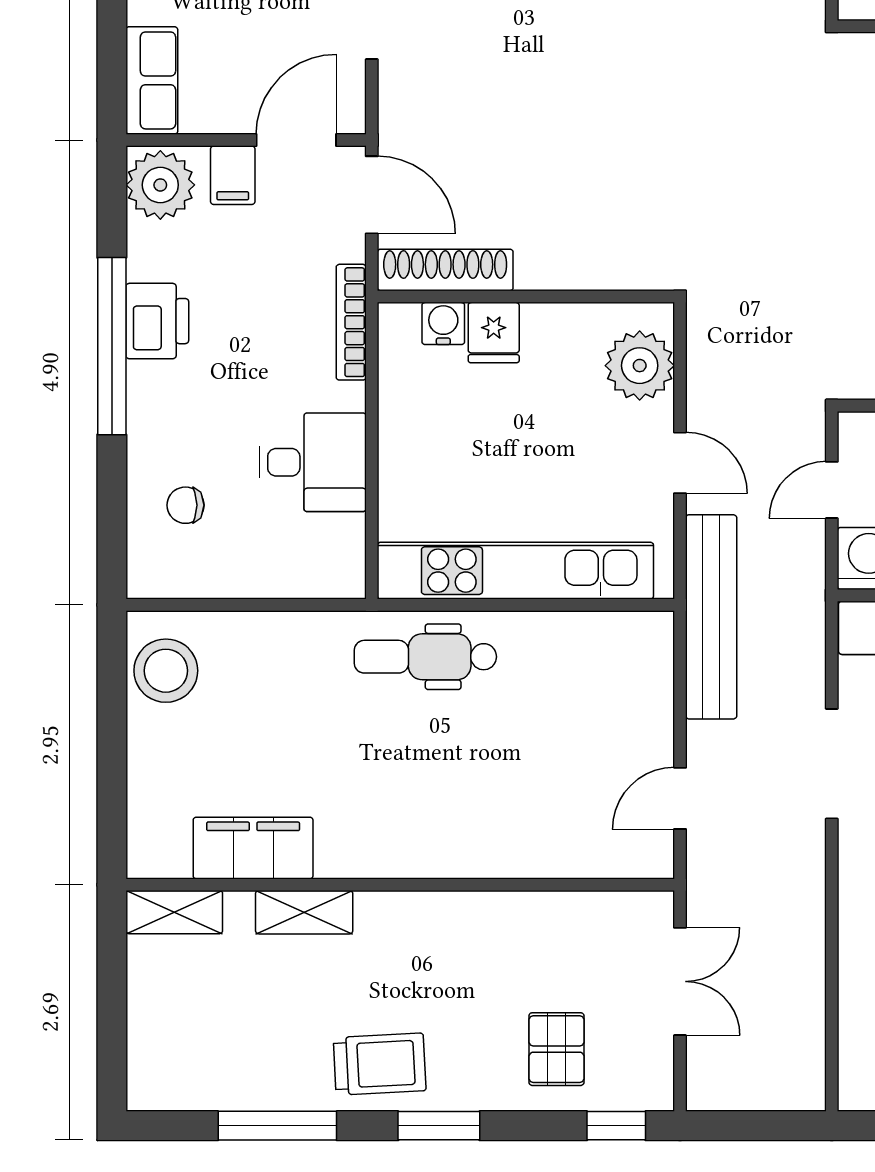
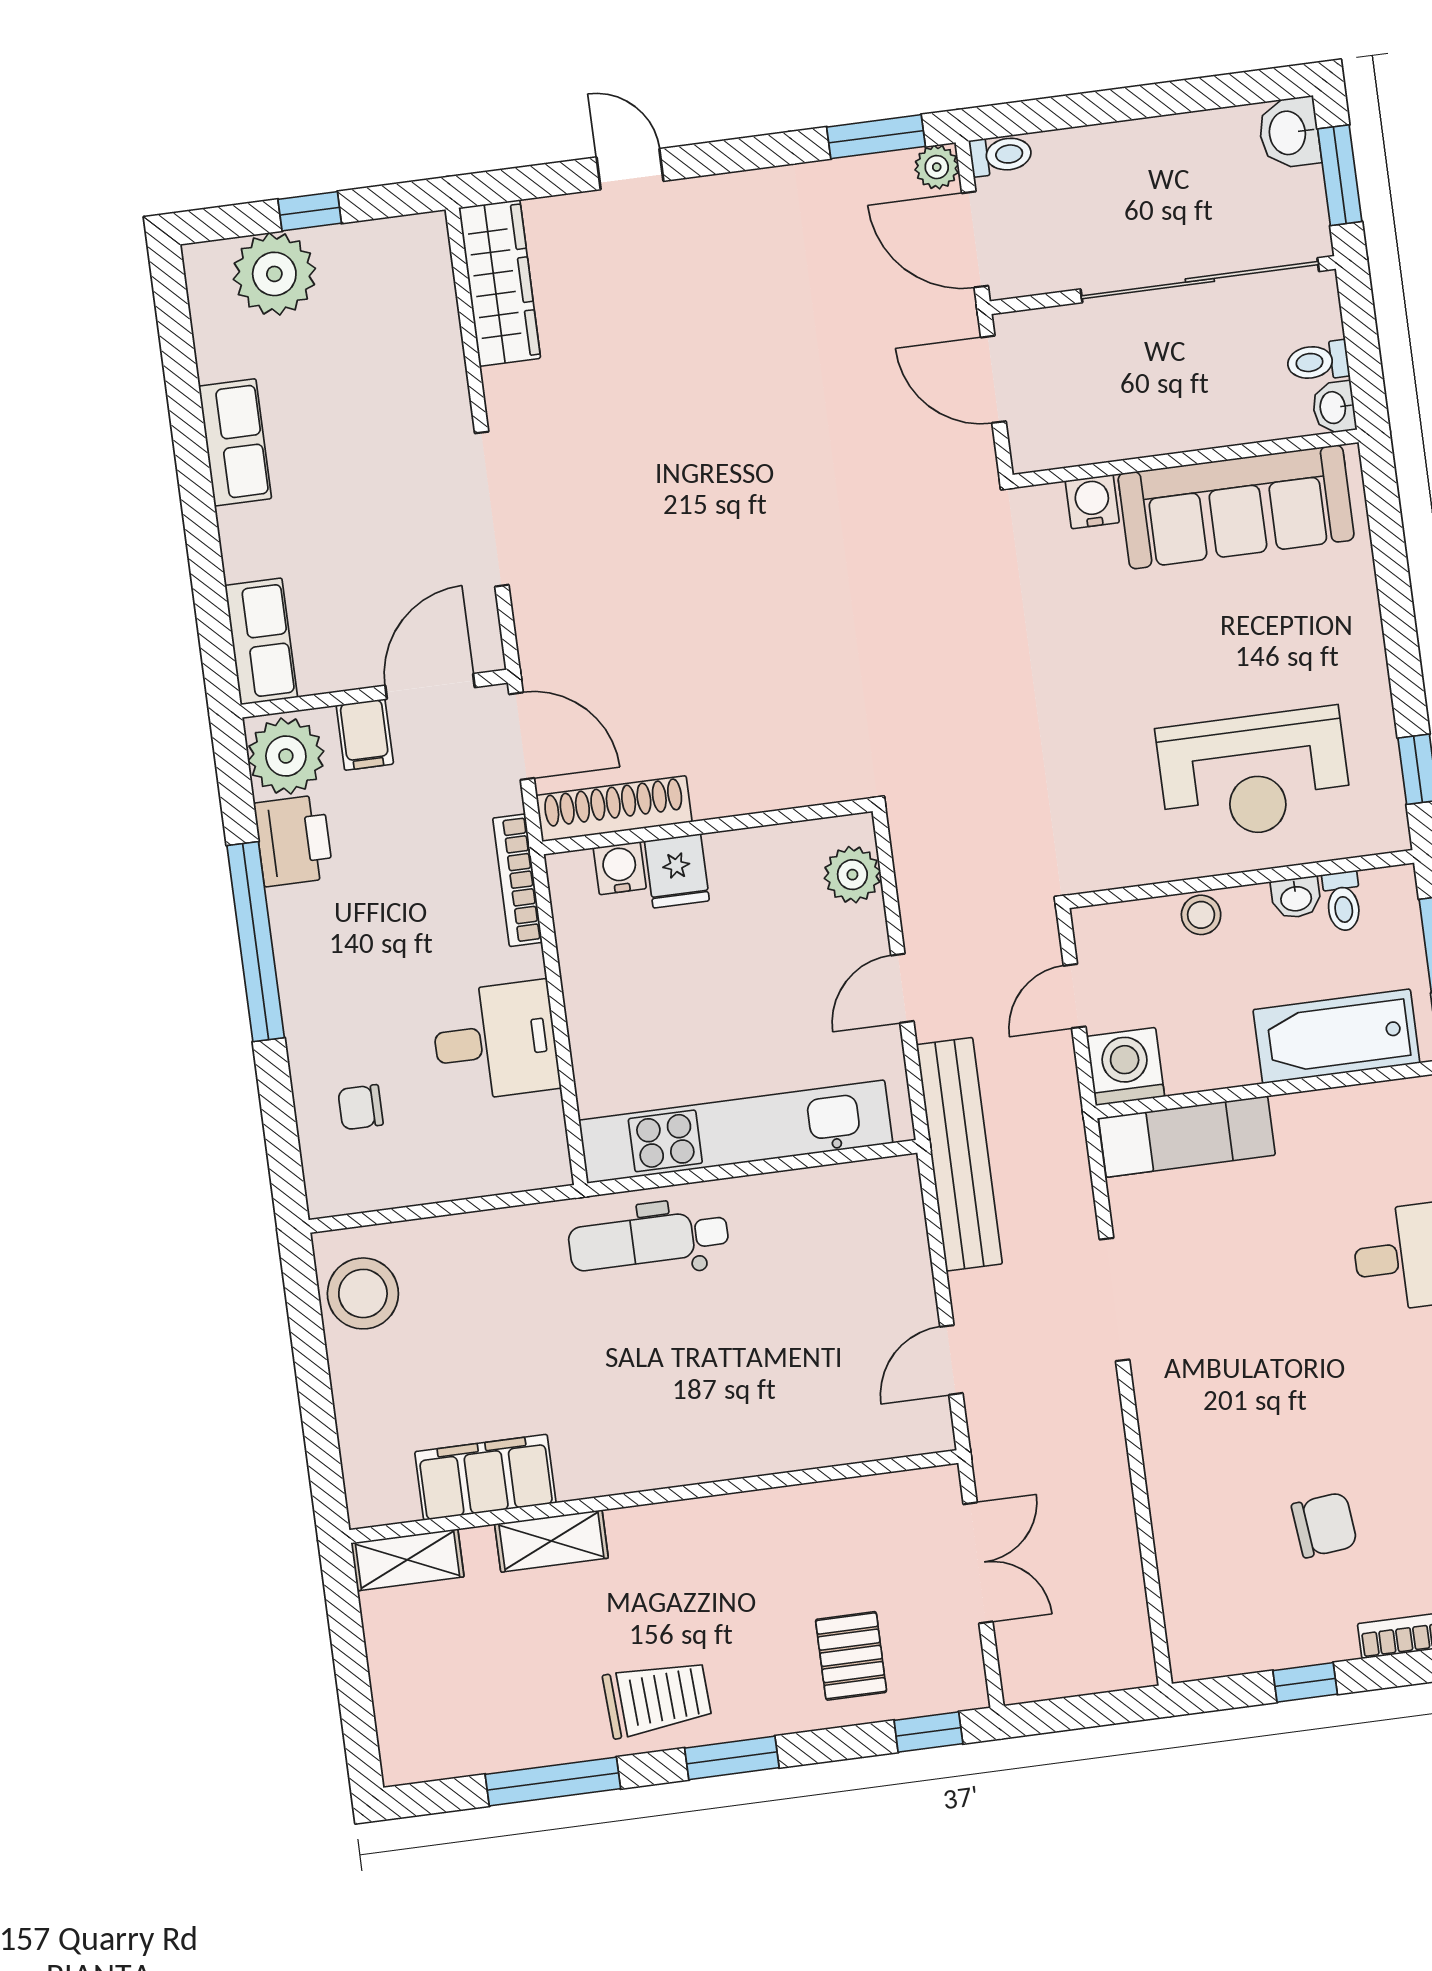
printer: (157, 321) -> (294, 841), moved
plant: (640, 366) -> (852, 875), width x0.73, depth x0.73
door: (680, 463) -> (902, 988), swing flipped

